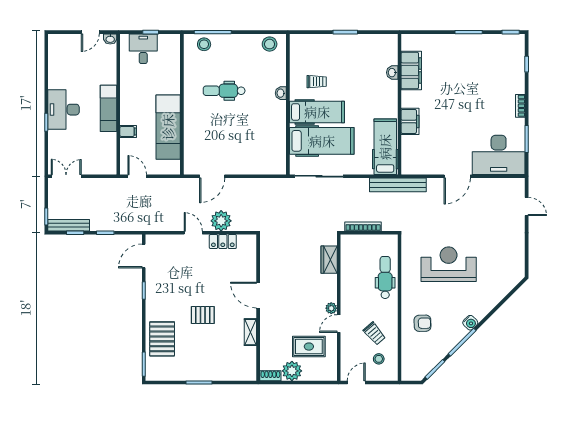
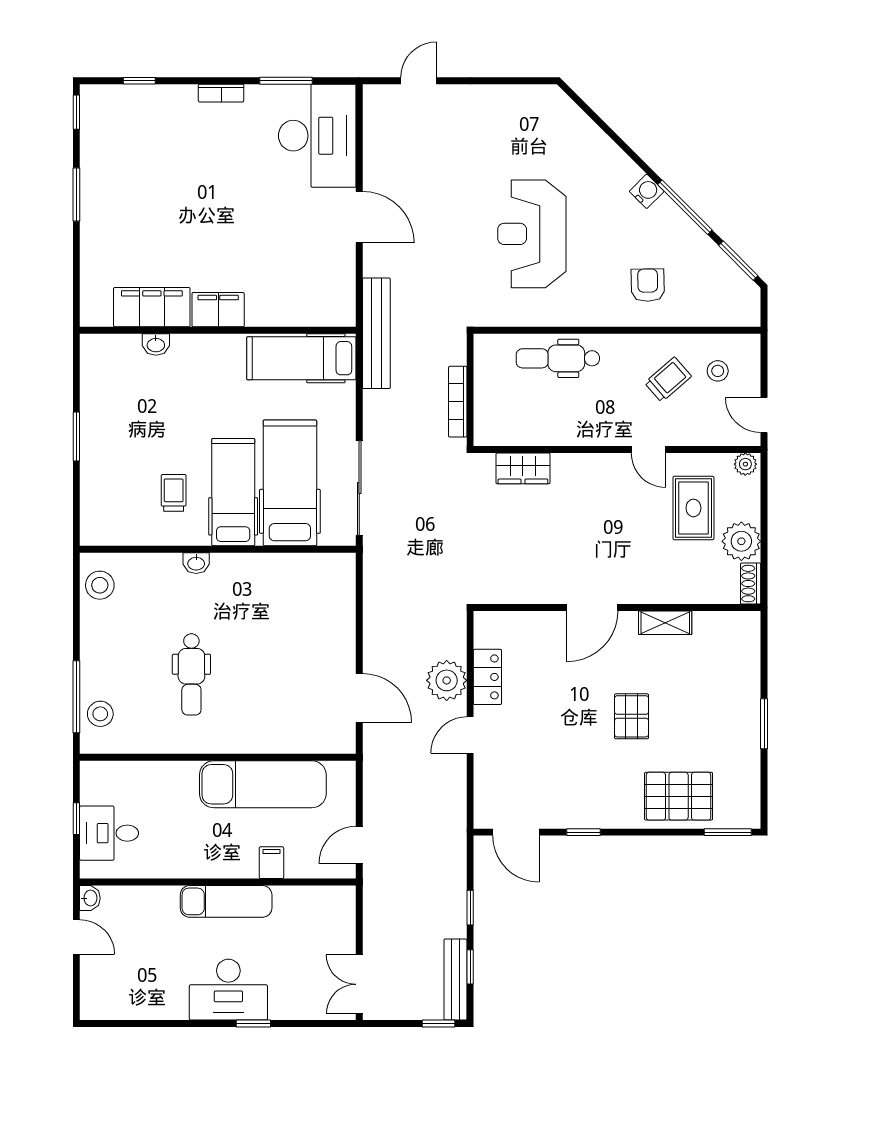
filing cabinet: (410, 121) -> (218, 310), moved
plant: (331, 308) -> (745, 464), moved

